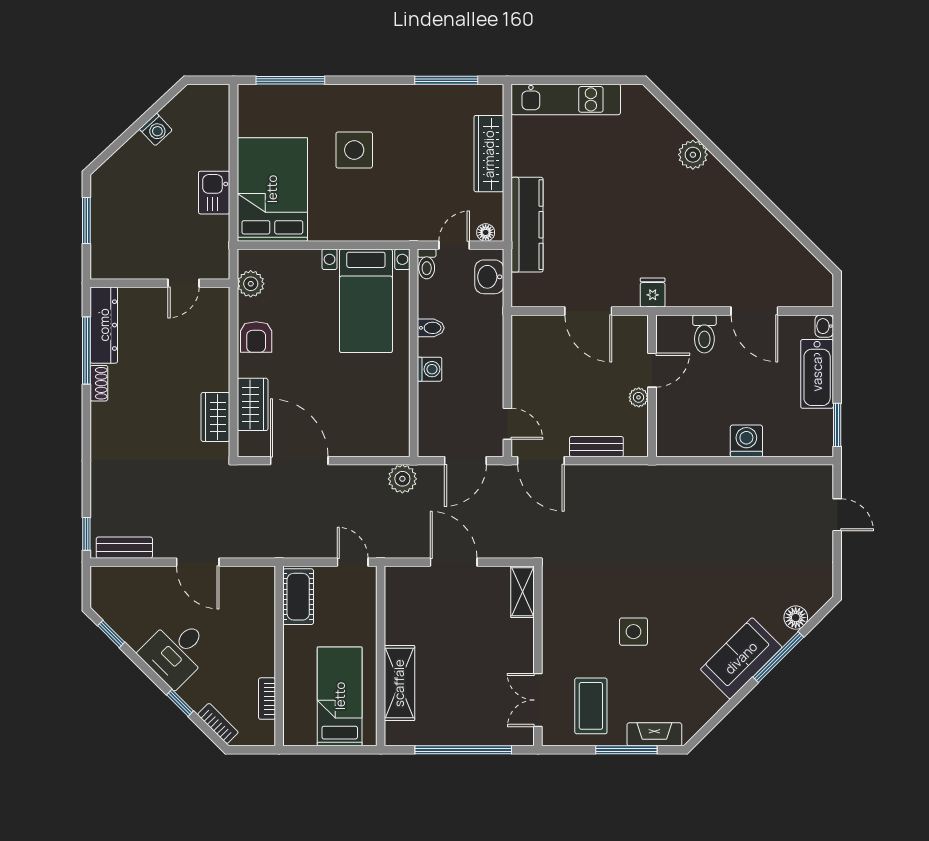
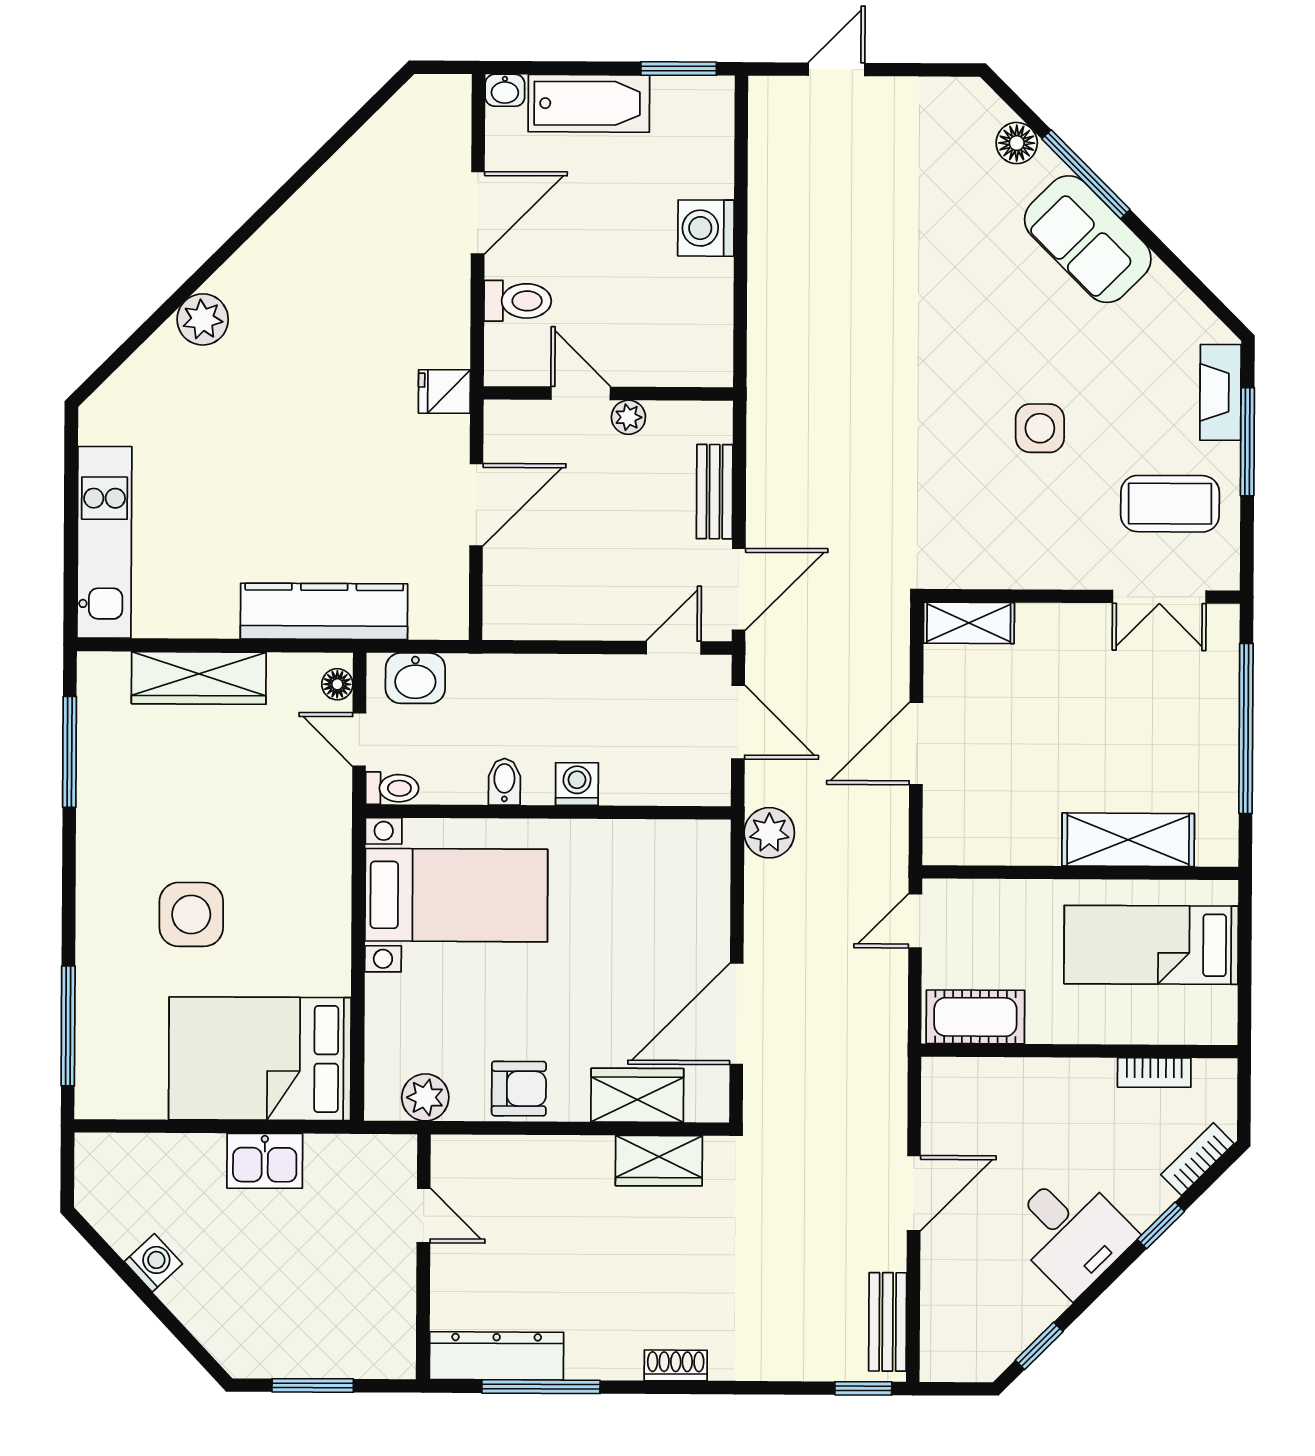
shoe rack: (99, 383) -> (676, 1365), moved

